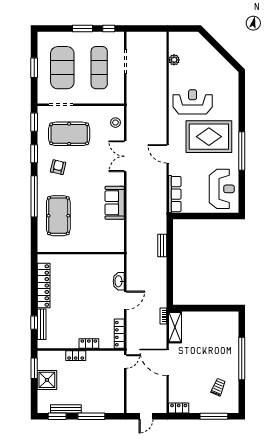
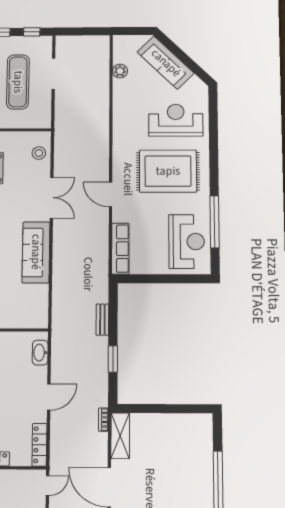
sofa: (208, 53) -> (166, 63), added
reception desk: (193, 102) -> (176, 120), moved
window: (242, 151) -> (215, 222), moved
double door: (125, 156) -> (52, 198), swing flipped
sofa: (115, 203) -> (36, 252), width x1.36
window: (170, 273) -> (113, 359), added
washbasin: (119, 281) -> (40, 353), moved

